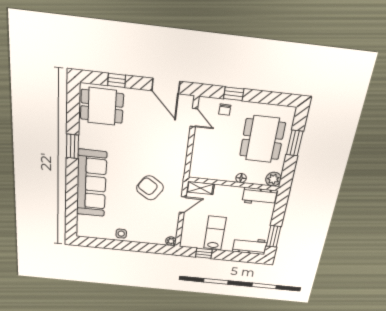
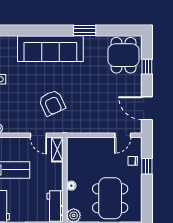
door: (166, 86) -> (147, 108), hinge flipped
dining table: (262, 139) -> (110, 198), turned 90
armchair: (150, 188) -> (52, 103), turned 121

